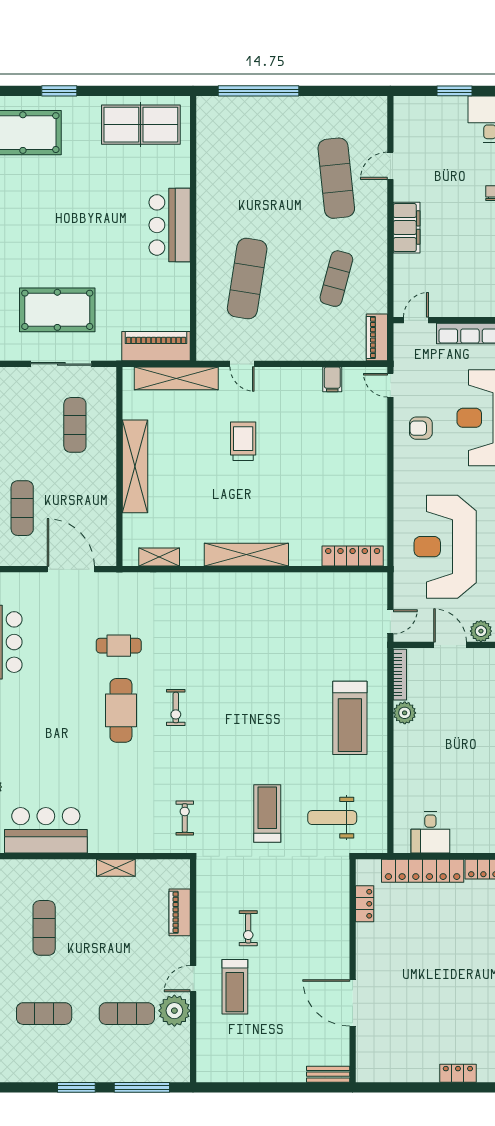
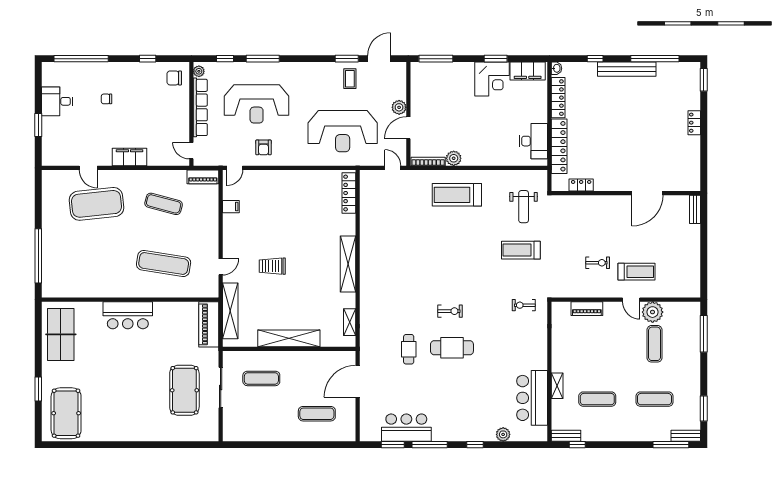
exercise mat: (336, 178) -> (97, 204), width x1.47
treadmill: (350, 718) -> (457, 195), turned 180
desk: (430, 832) -> (533, 141), width x1.37
shelving: (116, 868) -> (557, 386), moved
exercise mat: (44, 1014) -> (654, 399), turned 90
window: (76, 1087) -> (704, 408), moved

